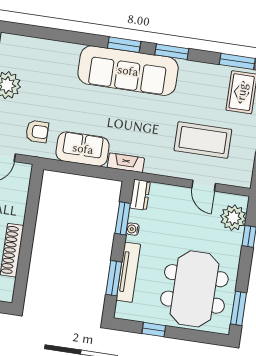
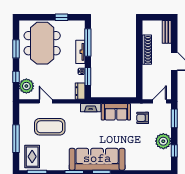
tv unit: (128, 272) -> (80, 52), width x0.71
window: (114, 278) -> (88, 43), width x1.44
window: (239, 308) -> (16, 49), moved

